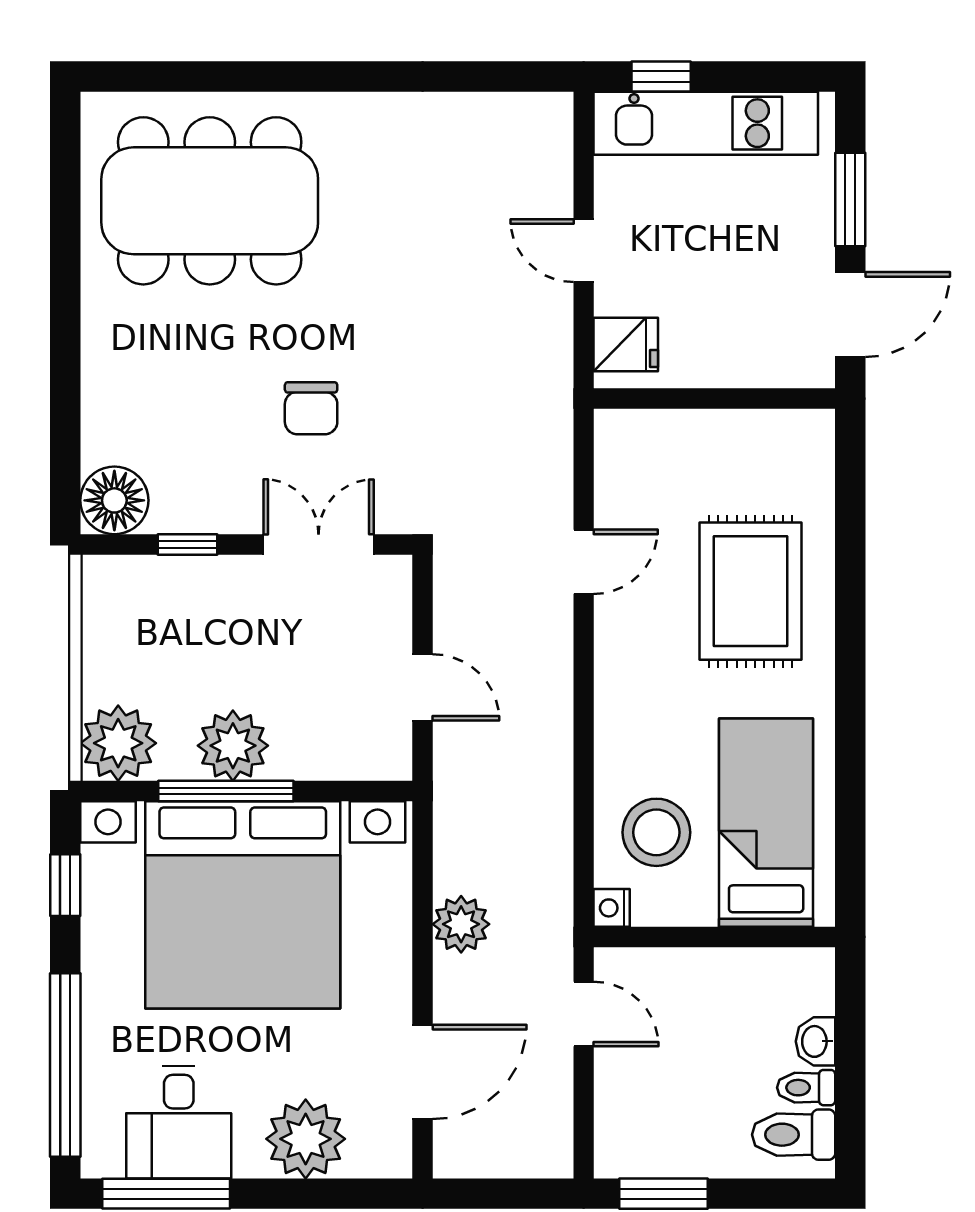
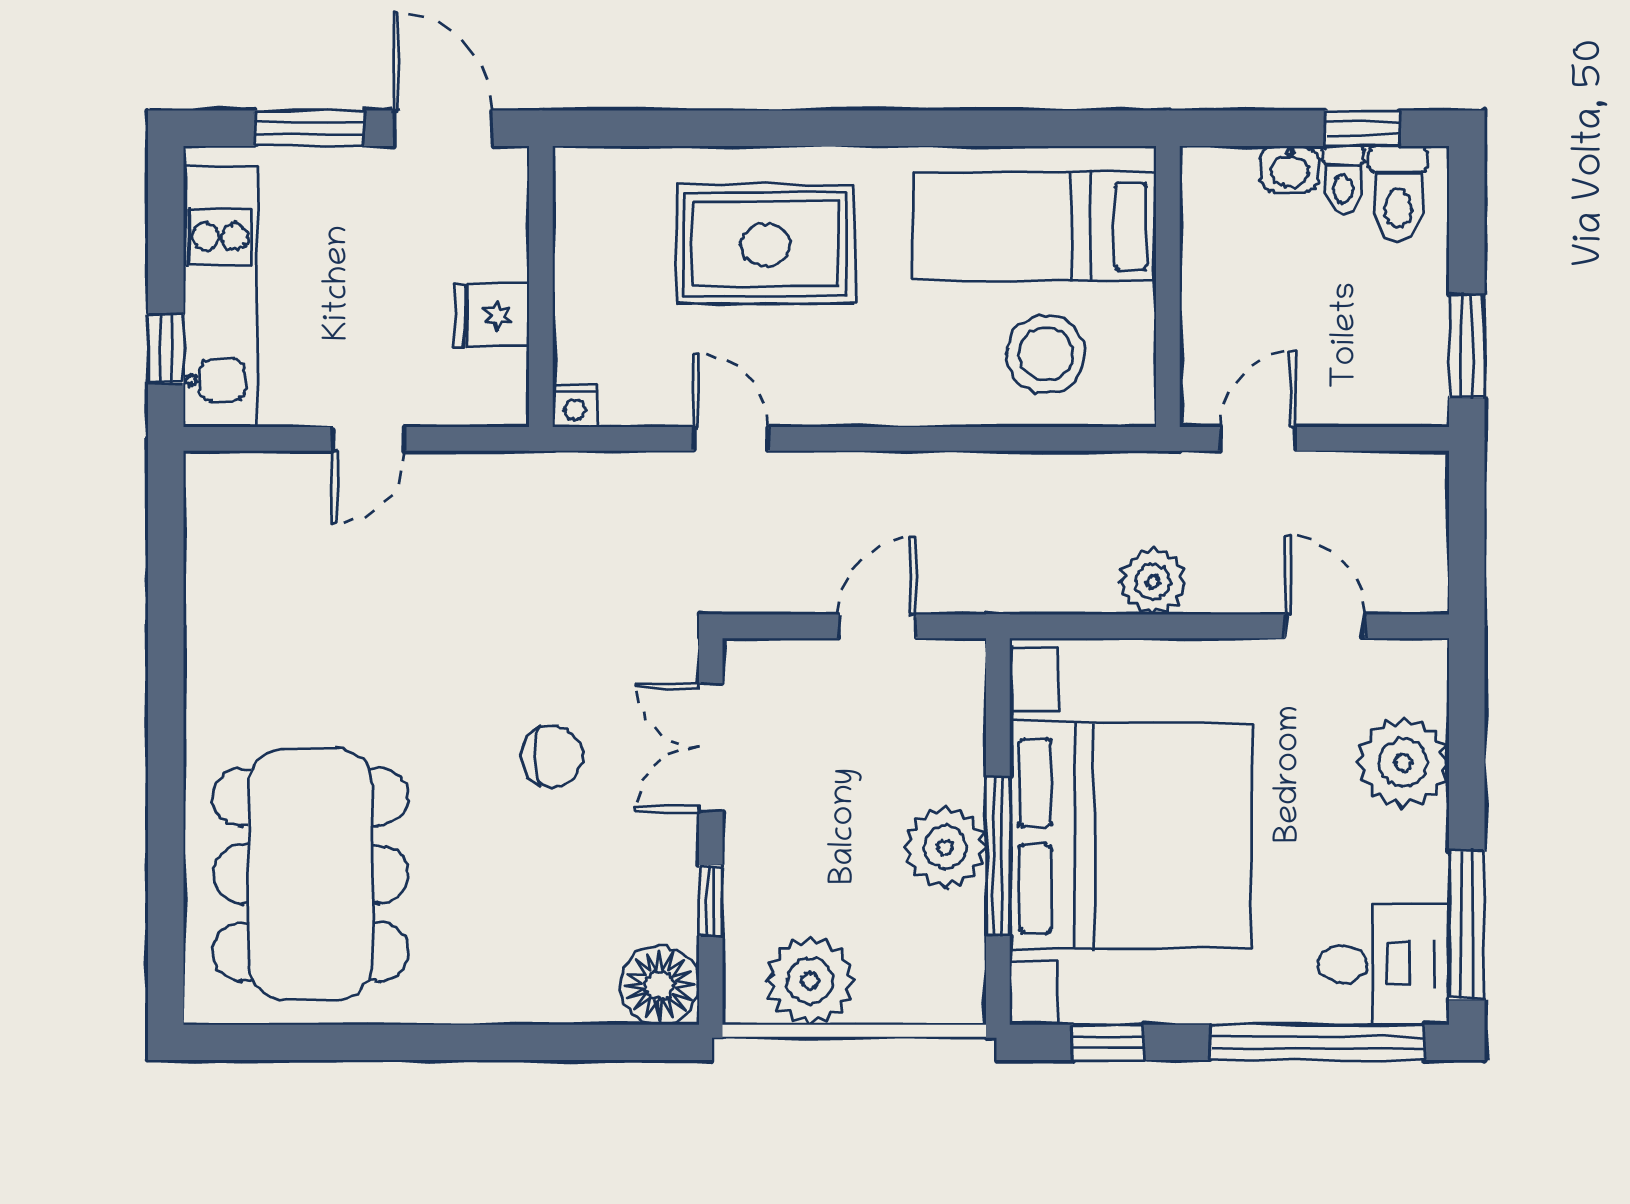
fridge: (626, 345) -> (492, 315), moved, turned -90
plant: (118, 743) -> (810, 981), moved
nightstand: (612, 908) -> (575, 406), moved
door: (423, 1072) -> (1325, 626), width x0.73
window: (850, 1104) -> (1362, 128), added
desk: (179, 1122) -> (1383, 964), moved

